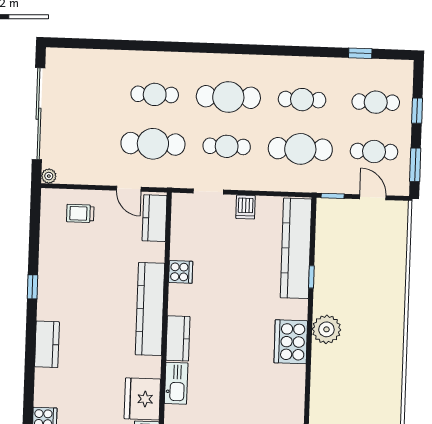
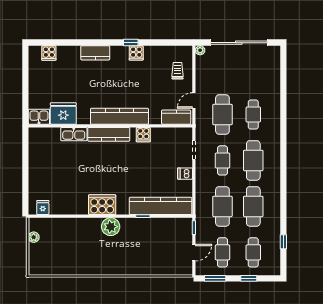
cafe table: (302, 100) -> (253, 206), width x1.37, depth x1.35
cooker: (49, 279) -> (136, 53), added
kitchen counter: (178, 338) -> (109, 134), width x1.50

